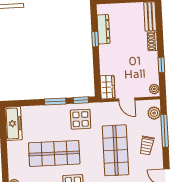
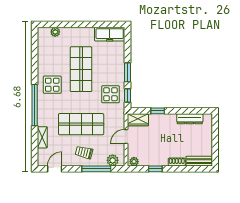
window: (95, 39) -> (158, 111), moved

